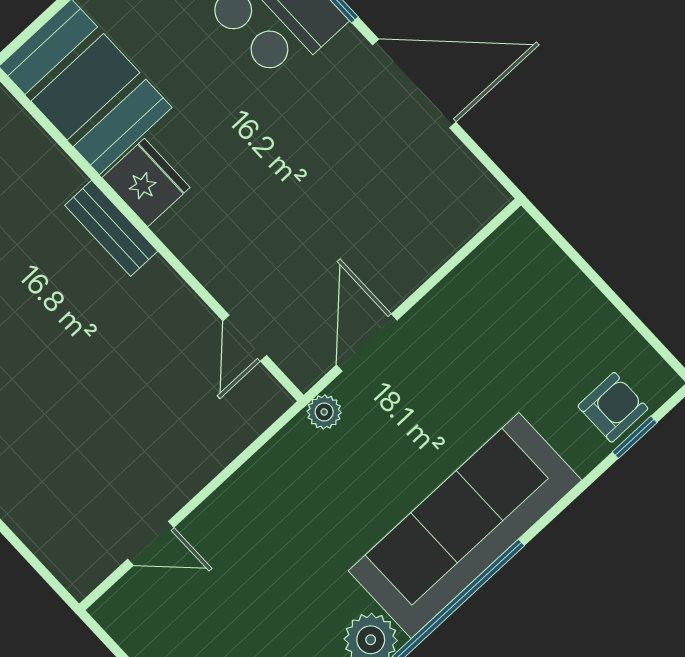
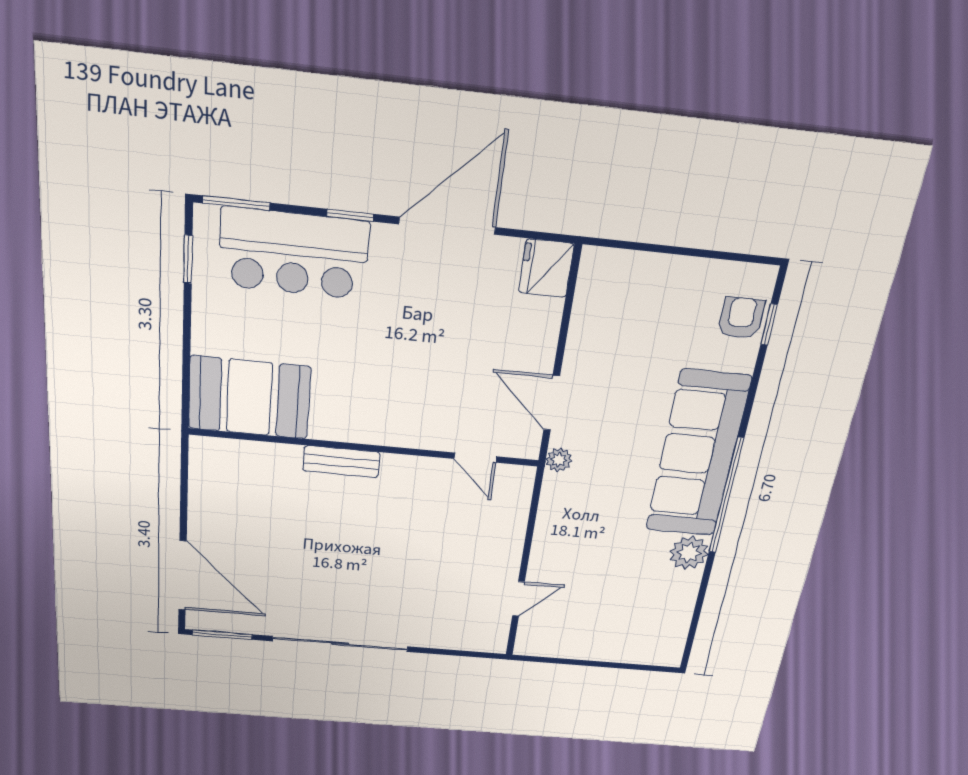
fridge: (146, 183) -> (546, 268), moved, turned -90

